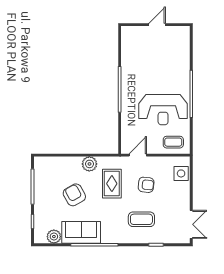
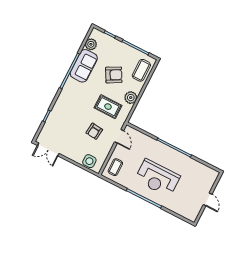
reception desk: (163, 110) -> (157, 178), moved, turned -90
coffee table: (141, 219) -> (141, 70), moved

